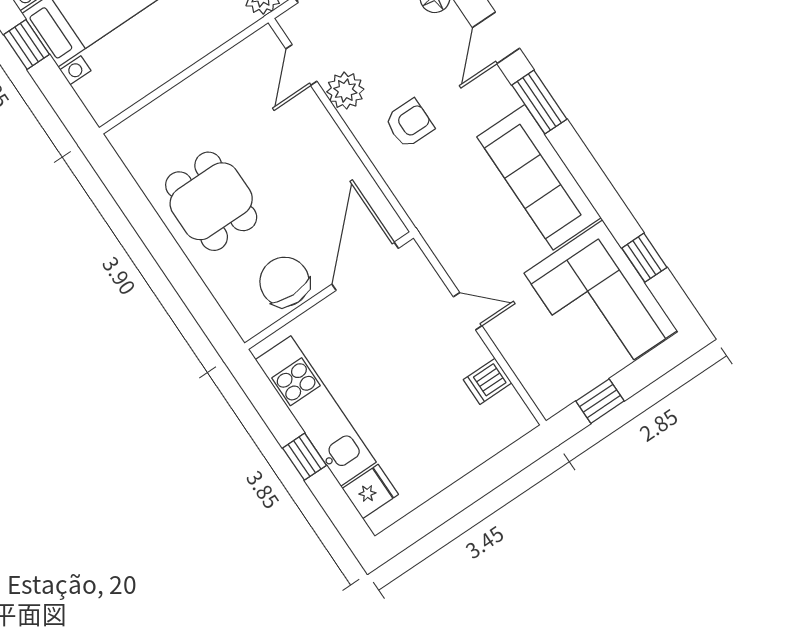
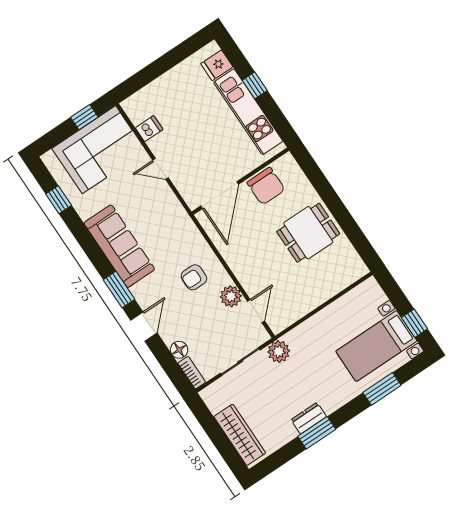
dining table: (211, 201) -> (308, 233), turned 90
corner sofa: (601, 302) -> (99, 150), moved, turned 90

